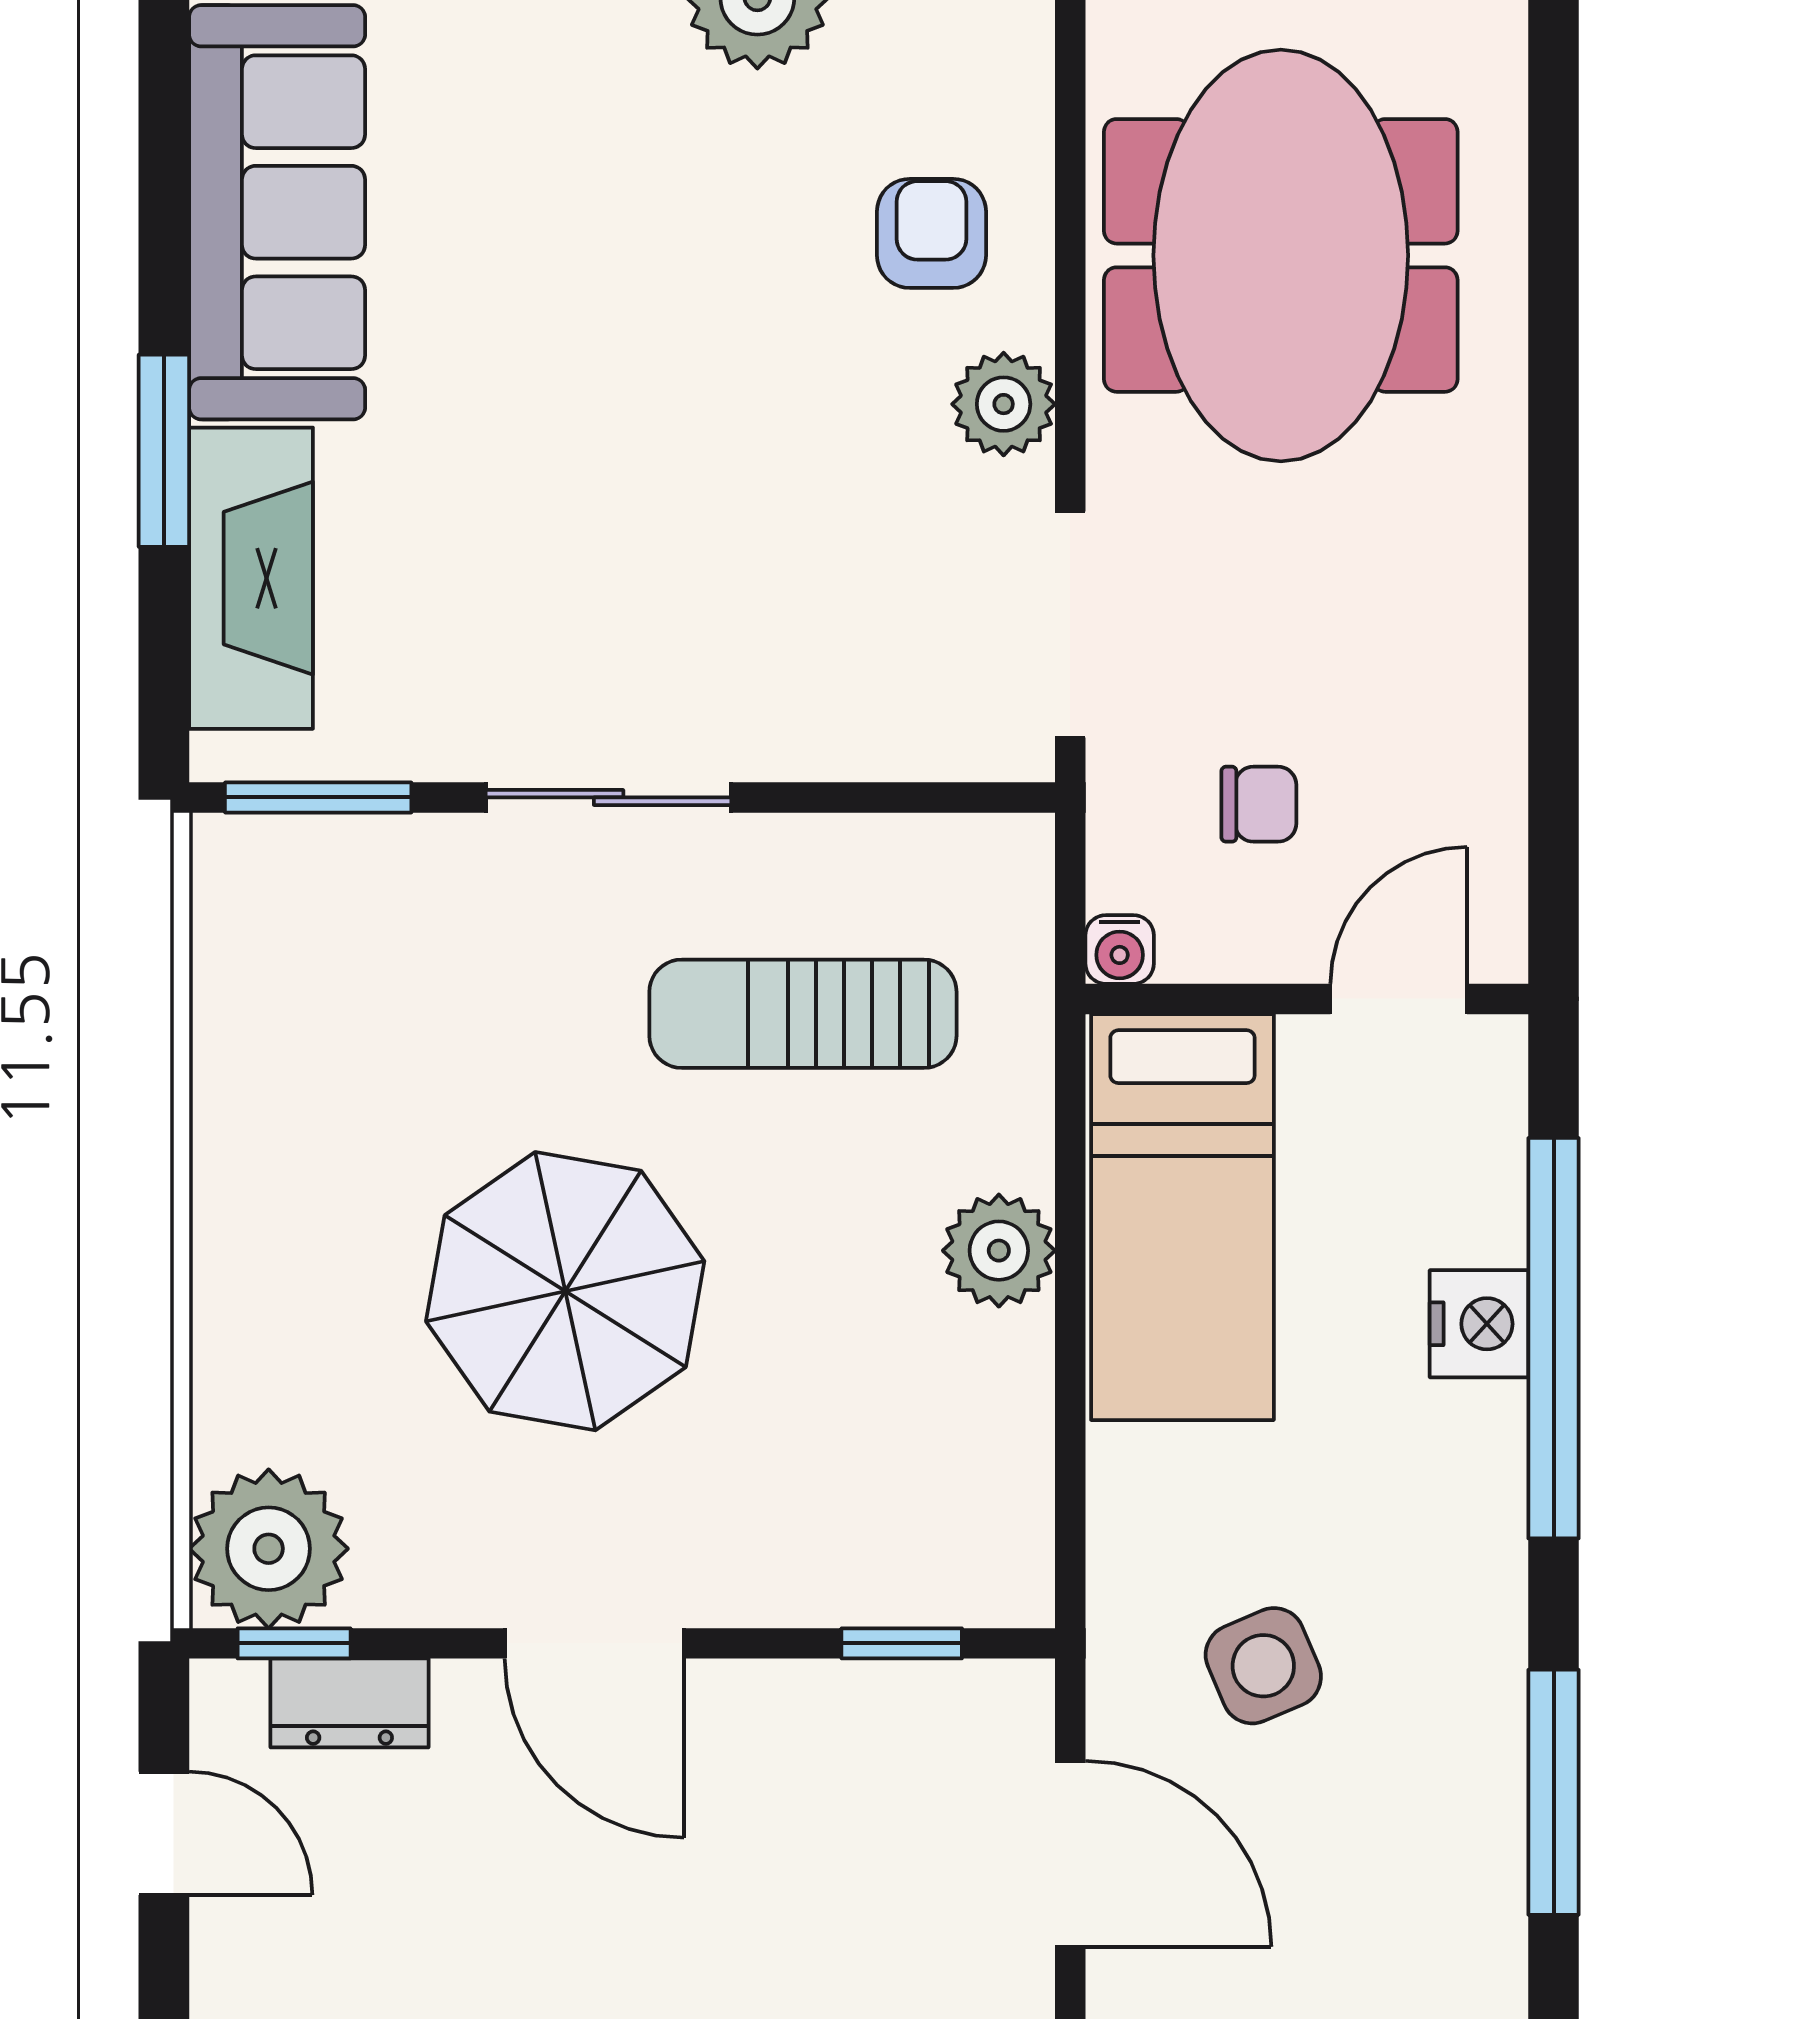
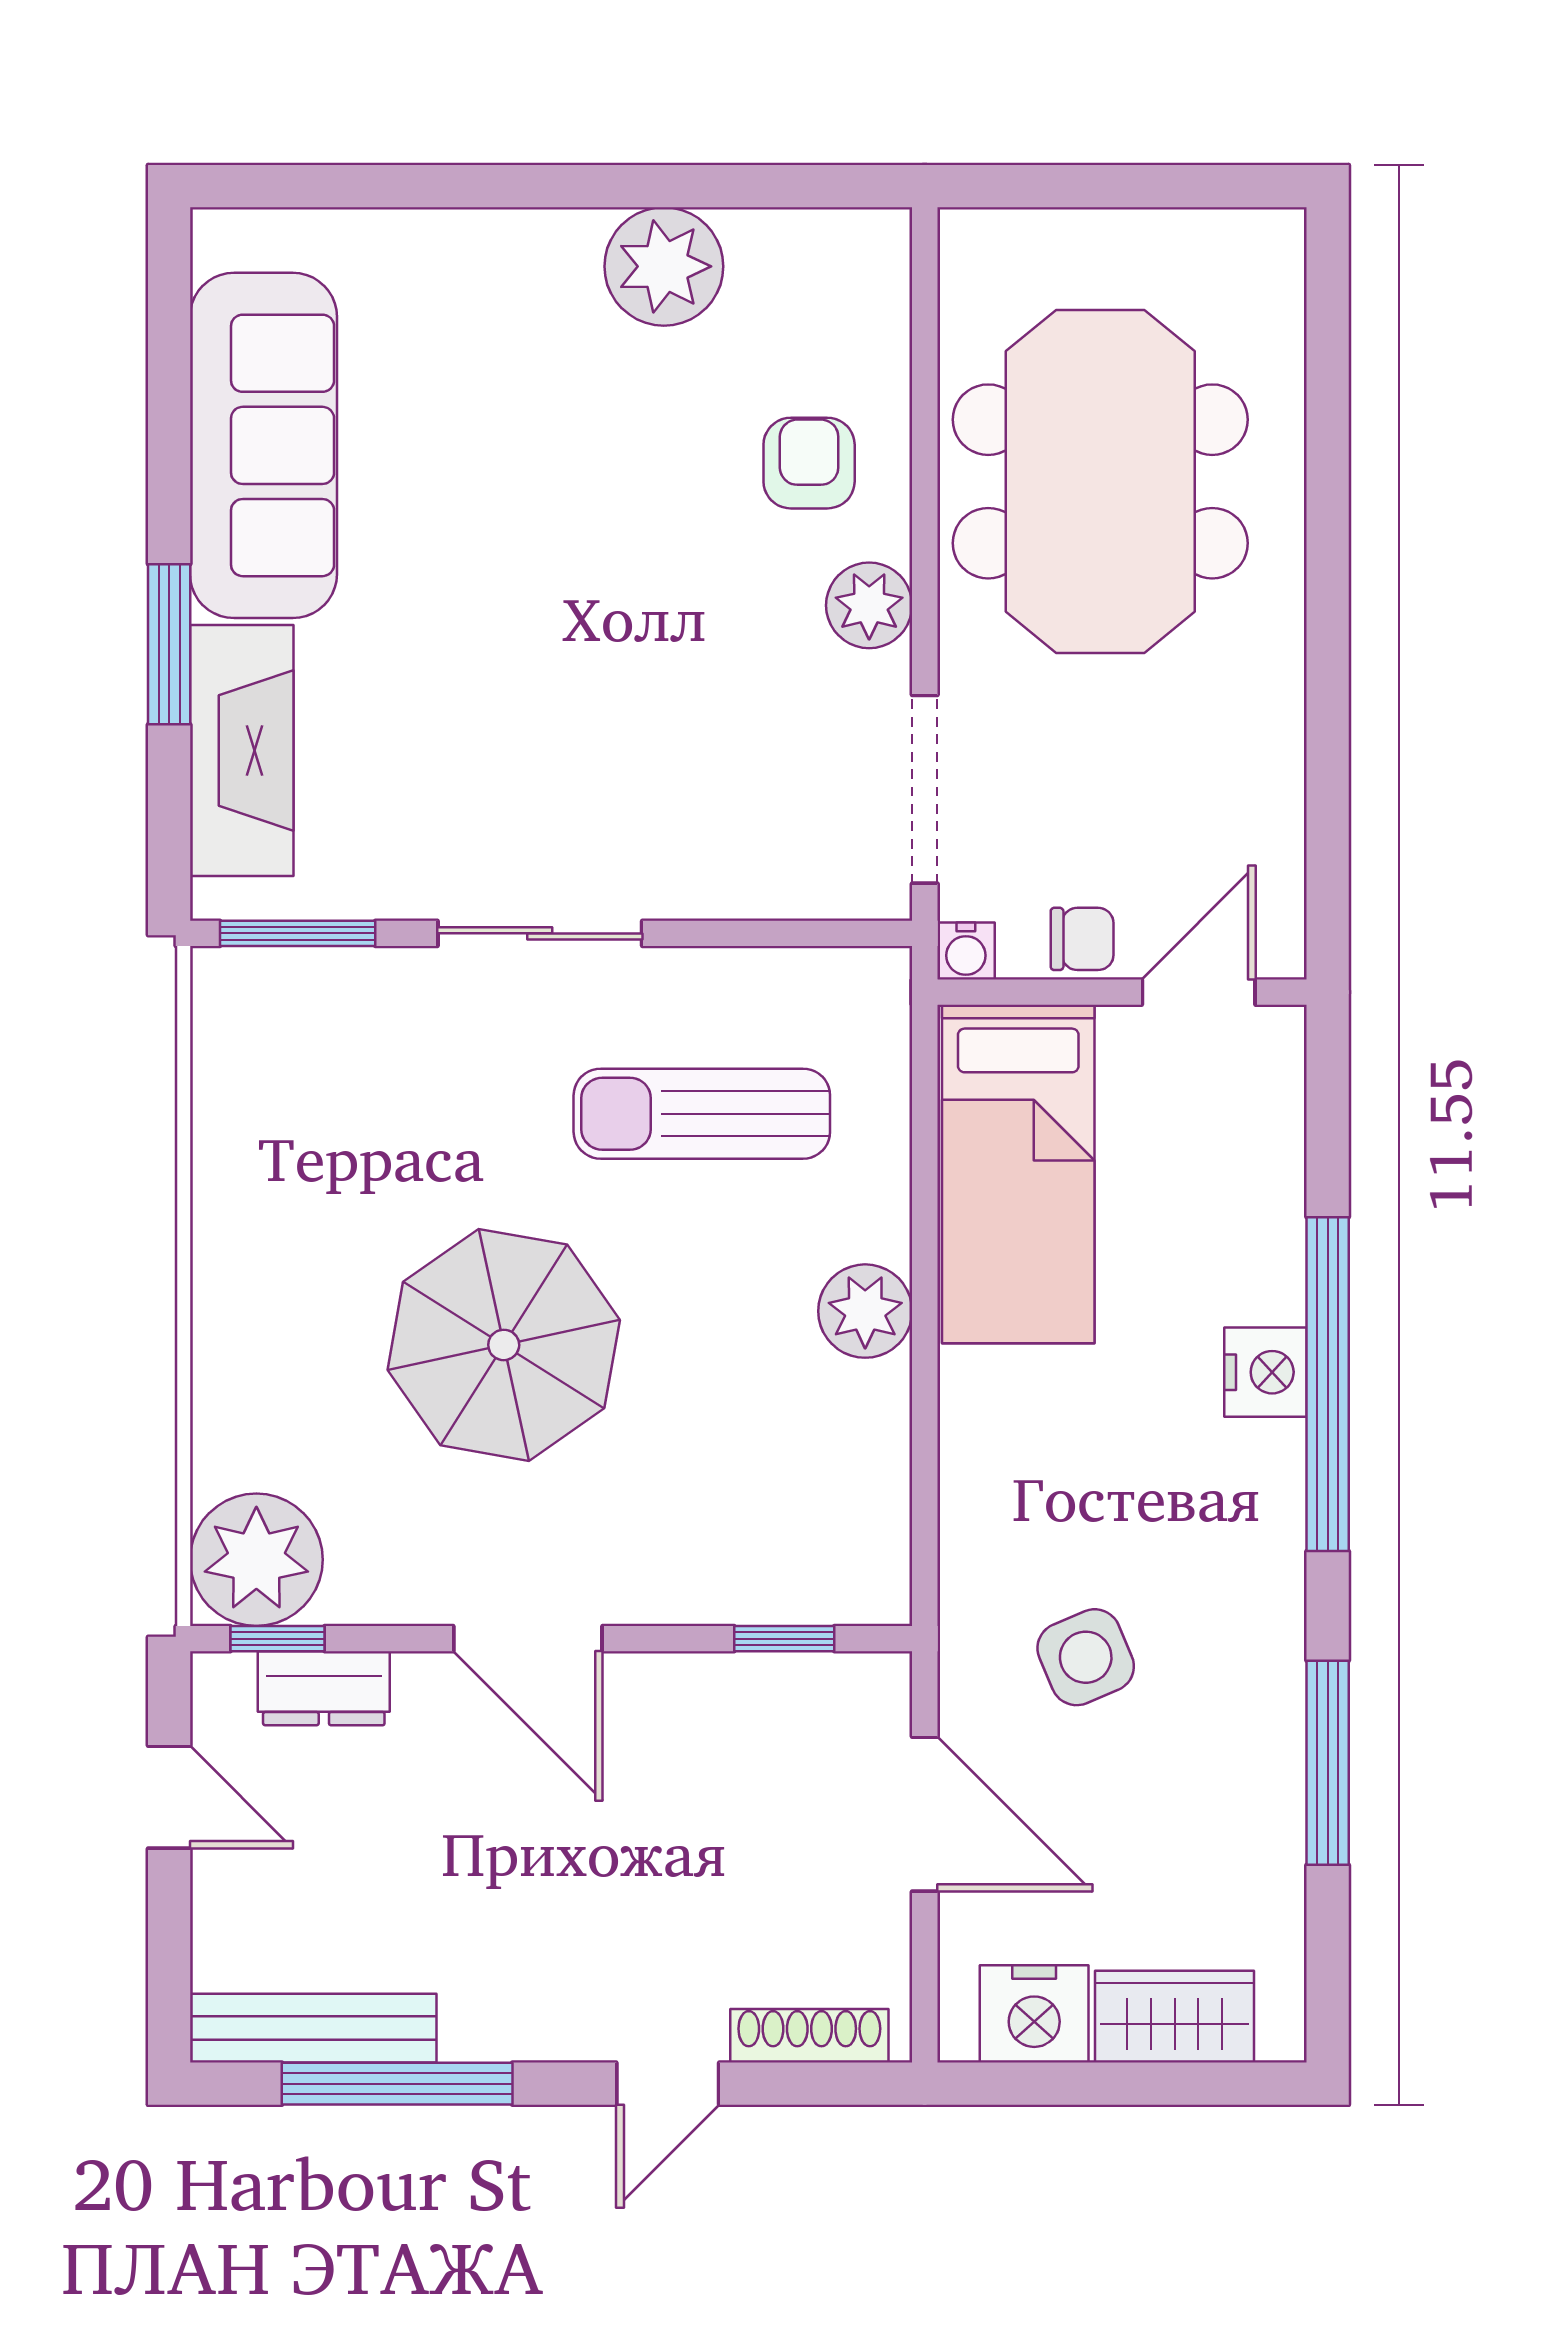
water cooler: (1120, 949) -> (966, 951), moved
wall: (1307, 999) -> (1122, 992), moved
door: (1399, 999) -> (1199, 992), moved
bed: (1182, 1217) -> (1018, 1174), moved

